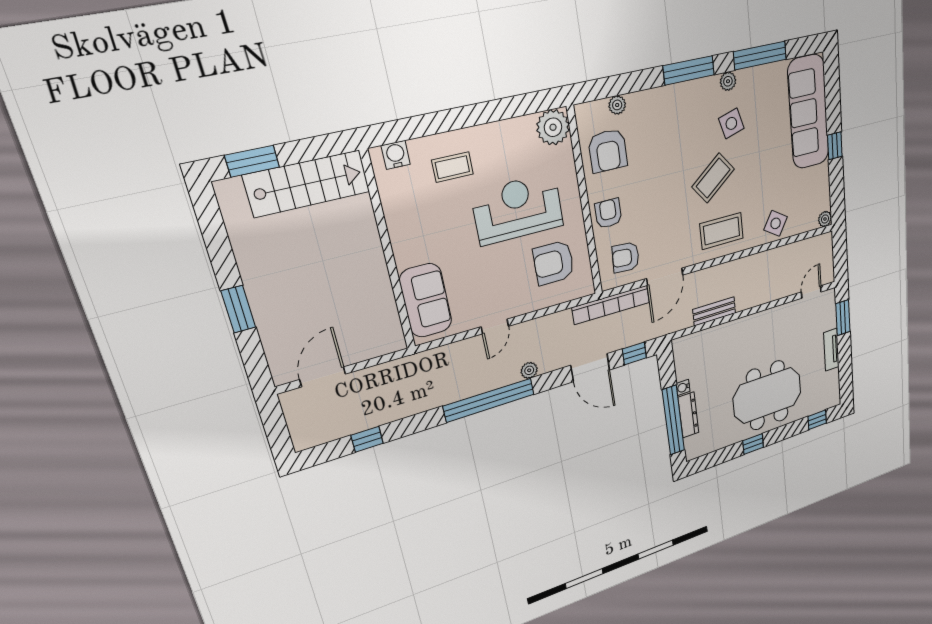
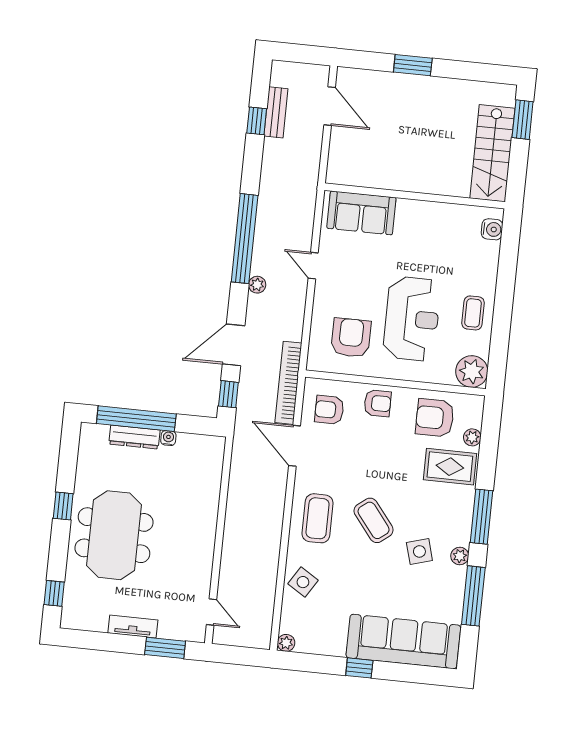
rug: (650, 119) -> (450, 467), added
coffee table: (452, 167) -> (473, 313), moved
armchair: (626, 257) -> (329, 410), turned -94
bench: (714, 311) -> (276, 112), moved

